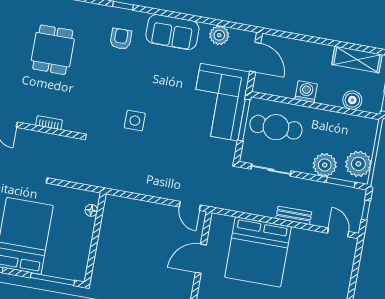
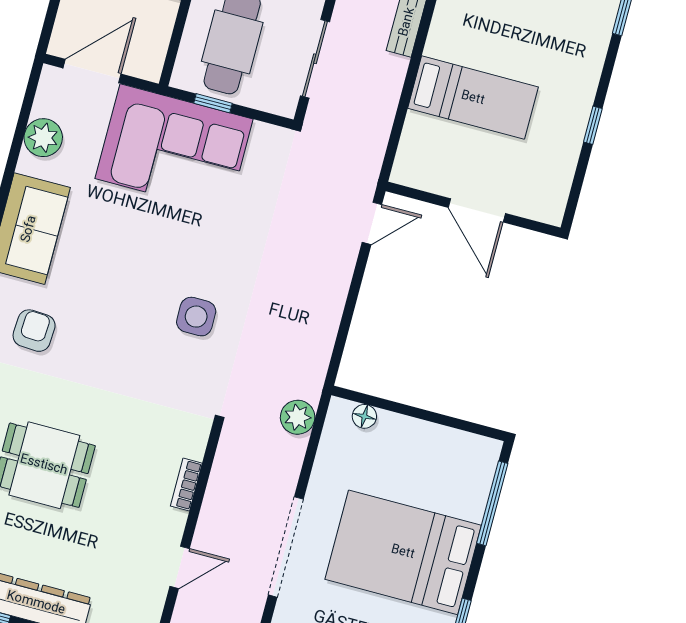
armchair: (121, 39) -> (34, 331), turned 93
window: (244, 120) -> (213, 103), width x0.46
plant: (88, 176) -> (298, 417), added
bed: (258, 252) -> (473, 98), width x0.49

